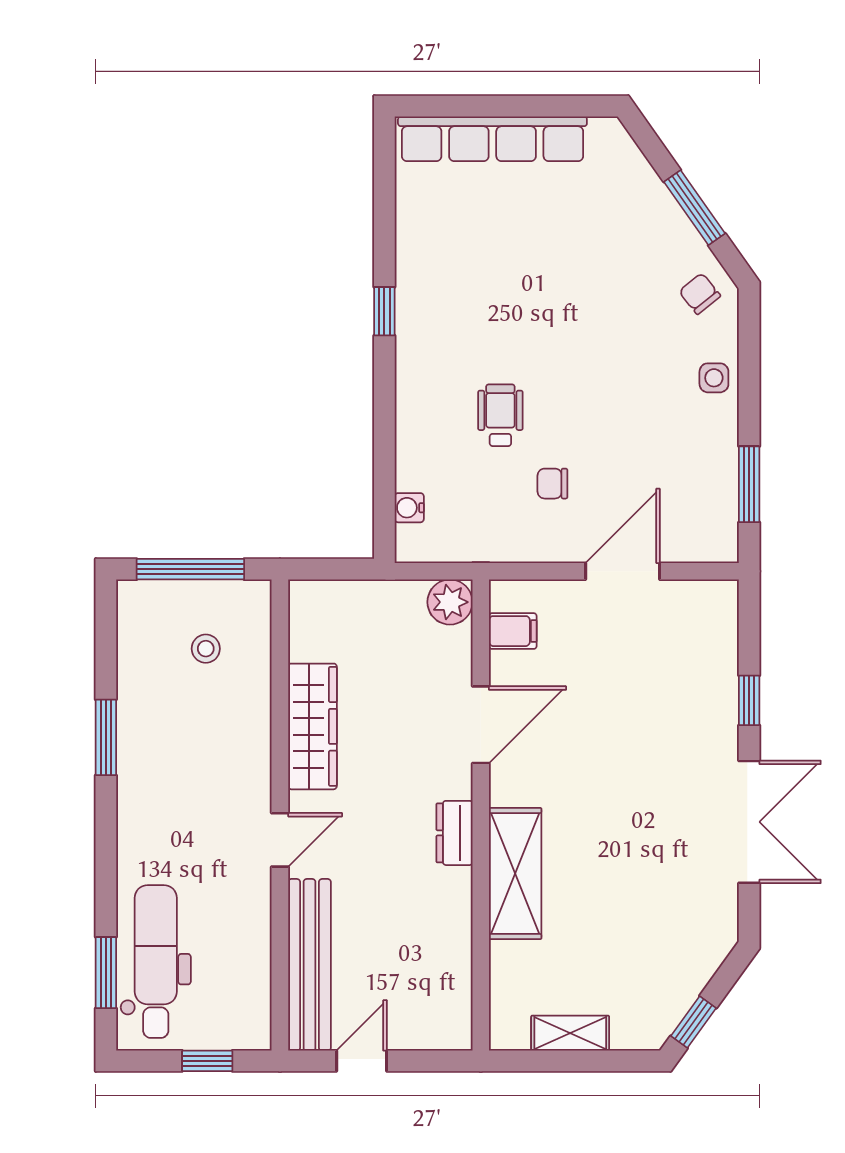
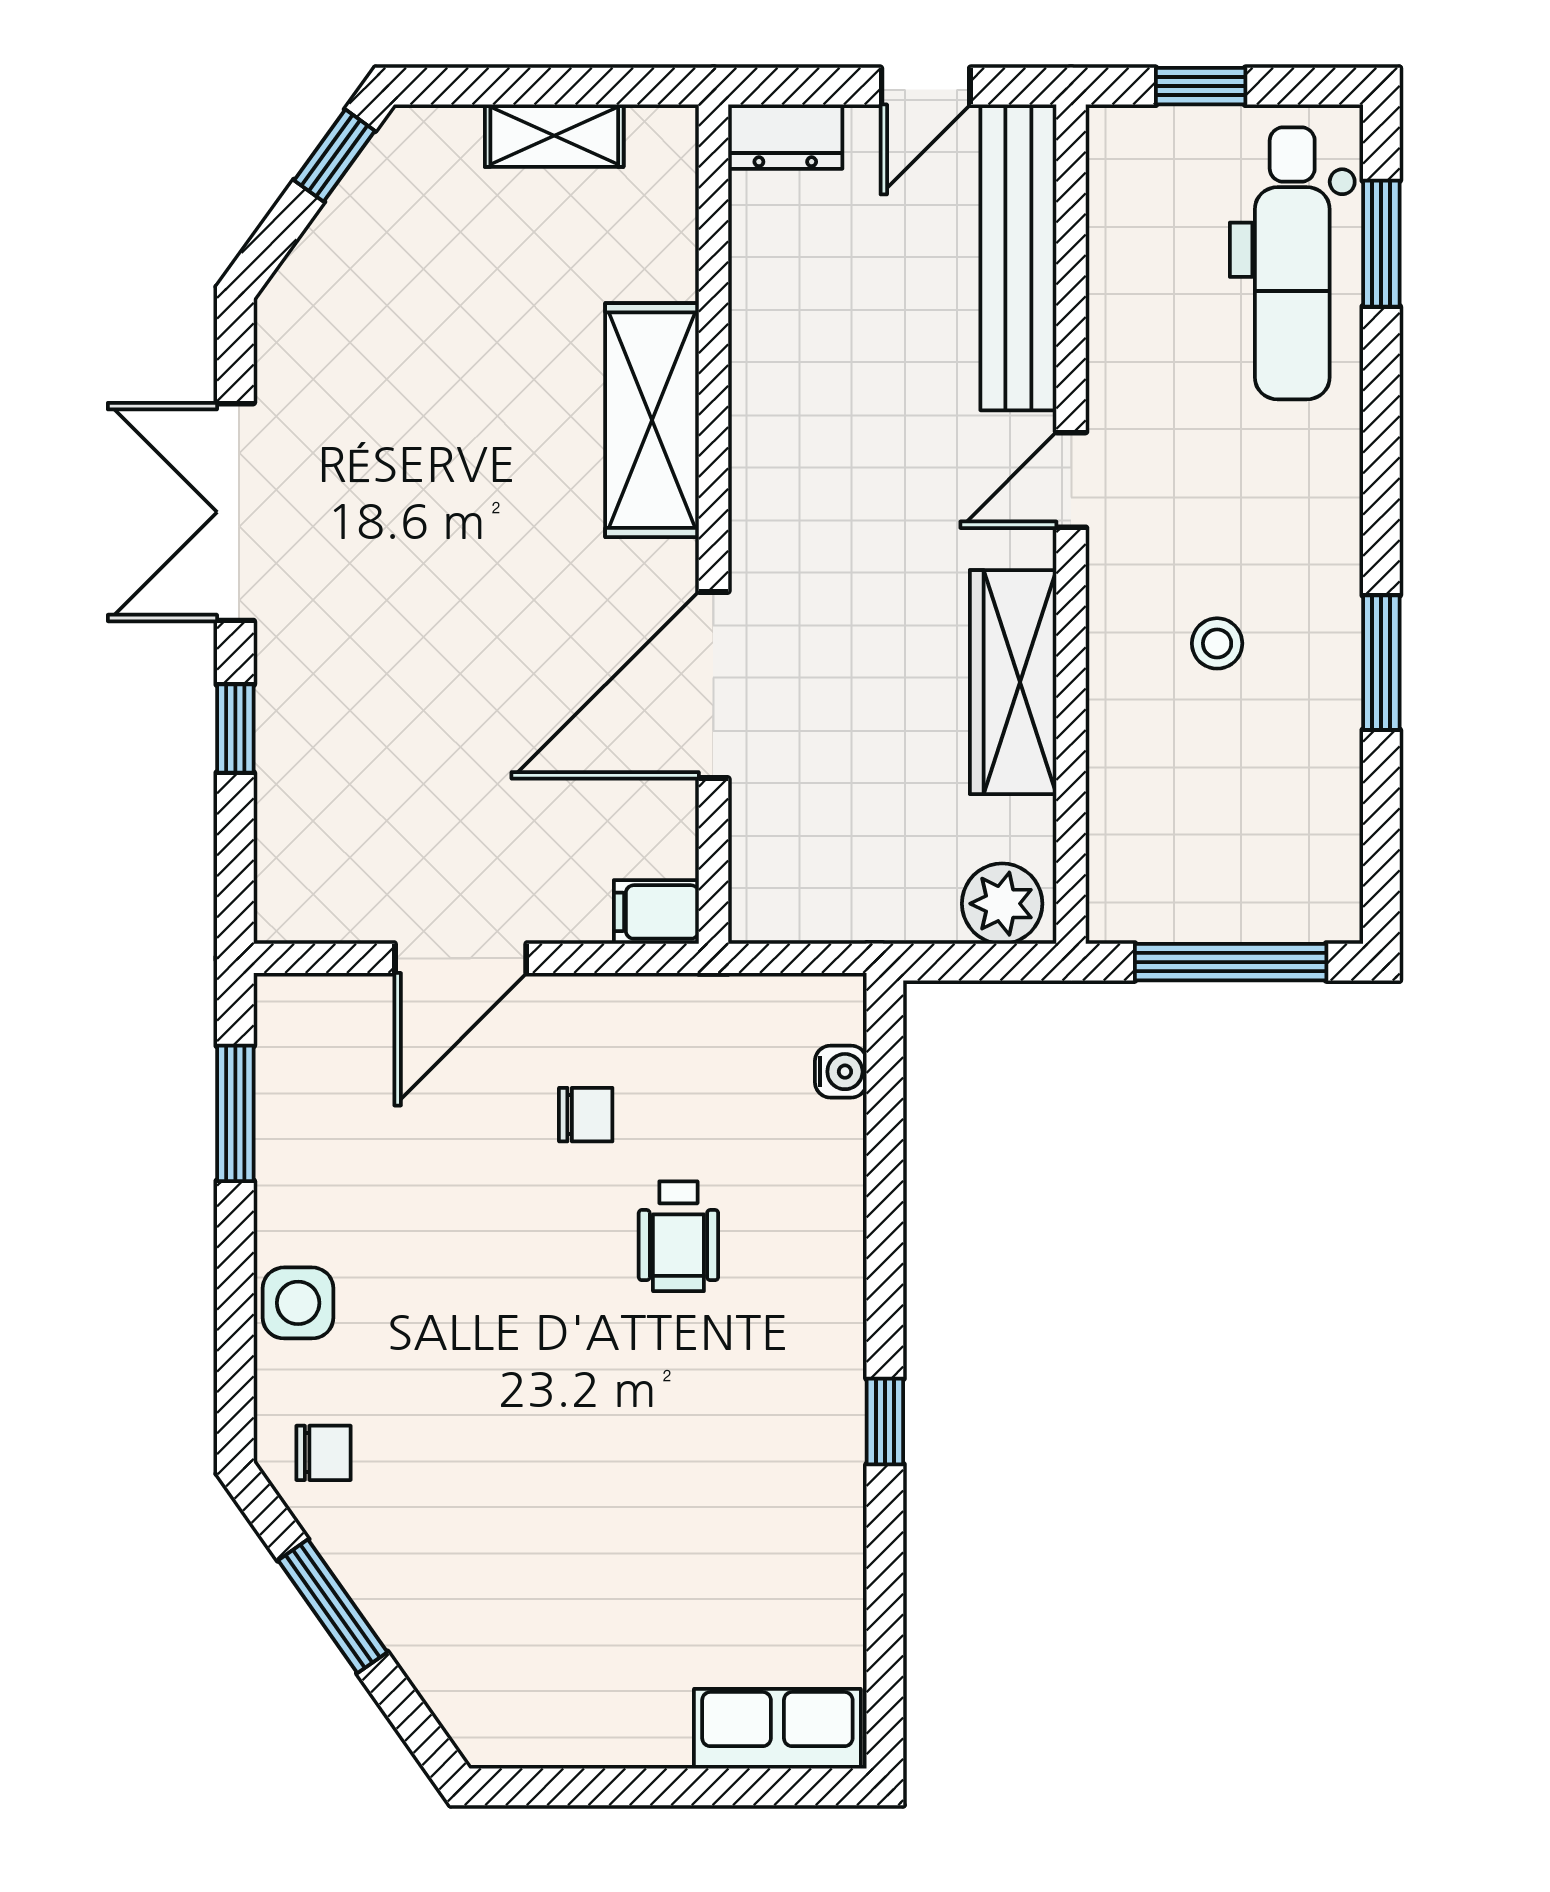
row of seats: (492, 139) -> (777, 1729), width x0.50
chair: (700, 294) -> (323, 1453), turned -51
side table: (714, 378) -> (298, 1303), width x1.37, depth x1.37
plant: (450, 602) -> (1002, 904), moved
filing cabinet: (513, 631) -> (656, 912), moved
stool: (206, 649) -> (1217, 643), moved
door: (481, 725) -> (713, 685), width x1.36
dresser: (454, 833) -> (785, 137), moved, turned 90

